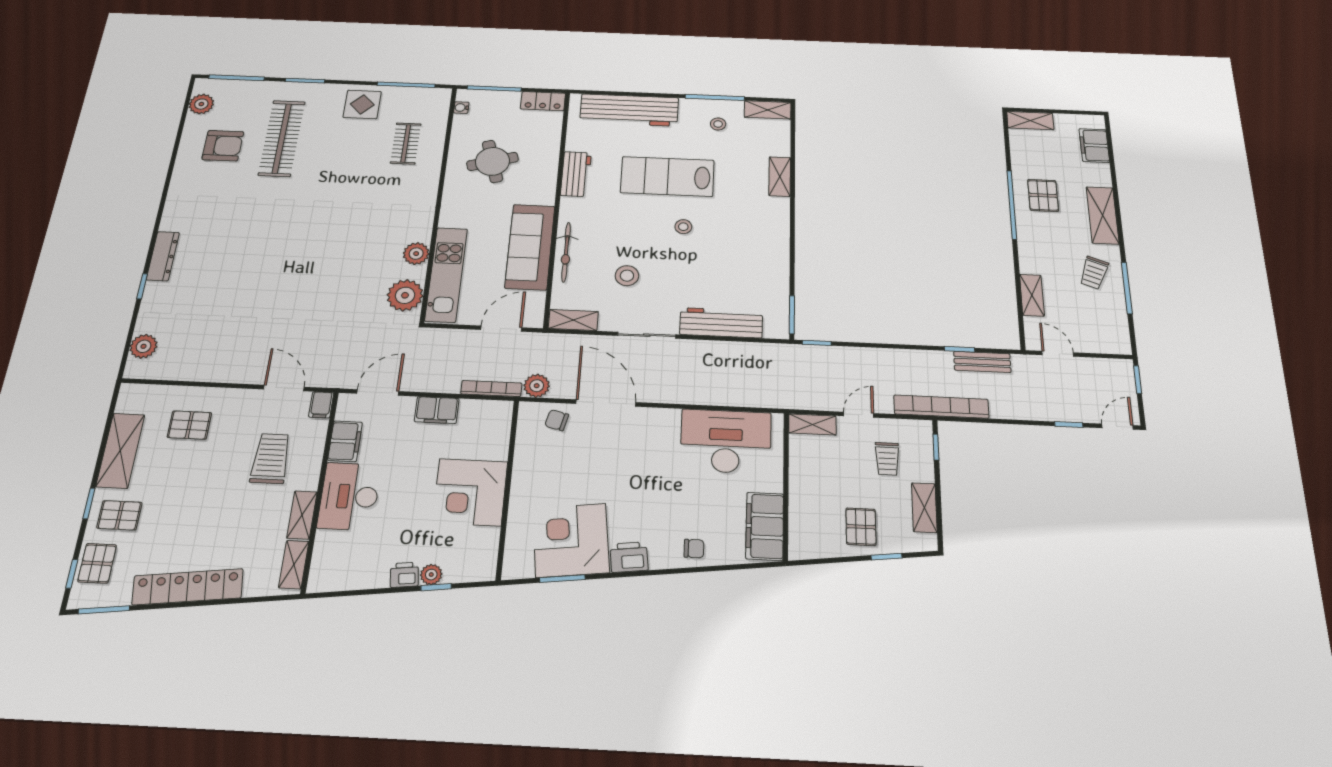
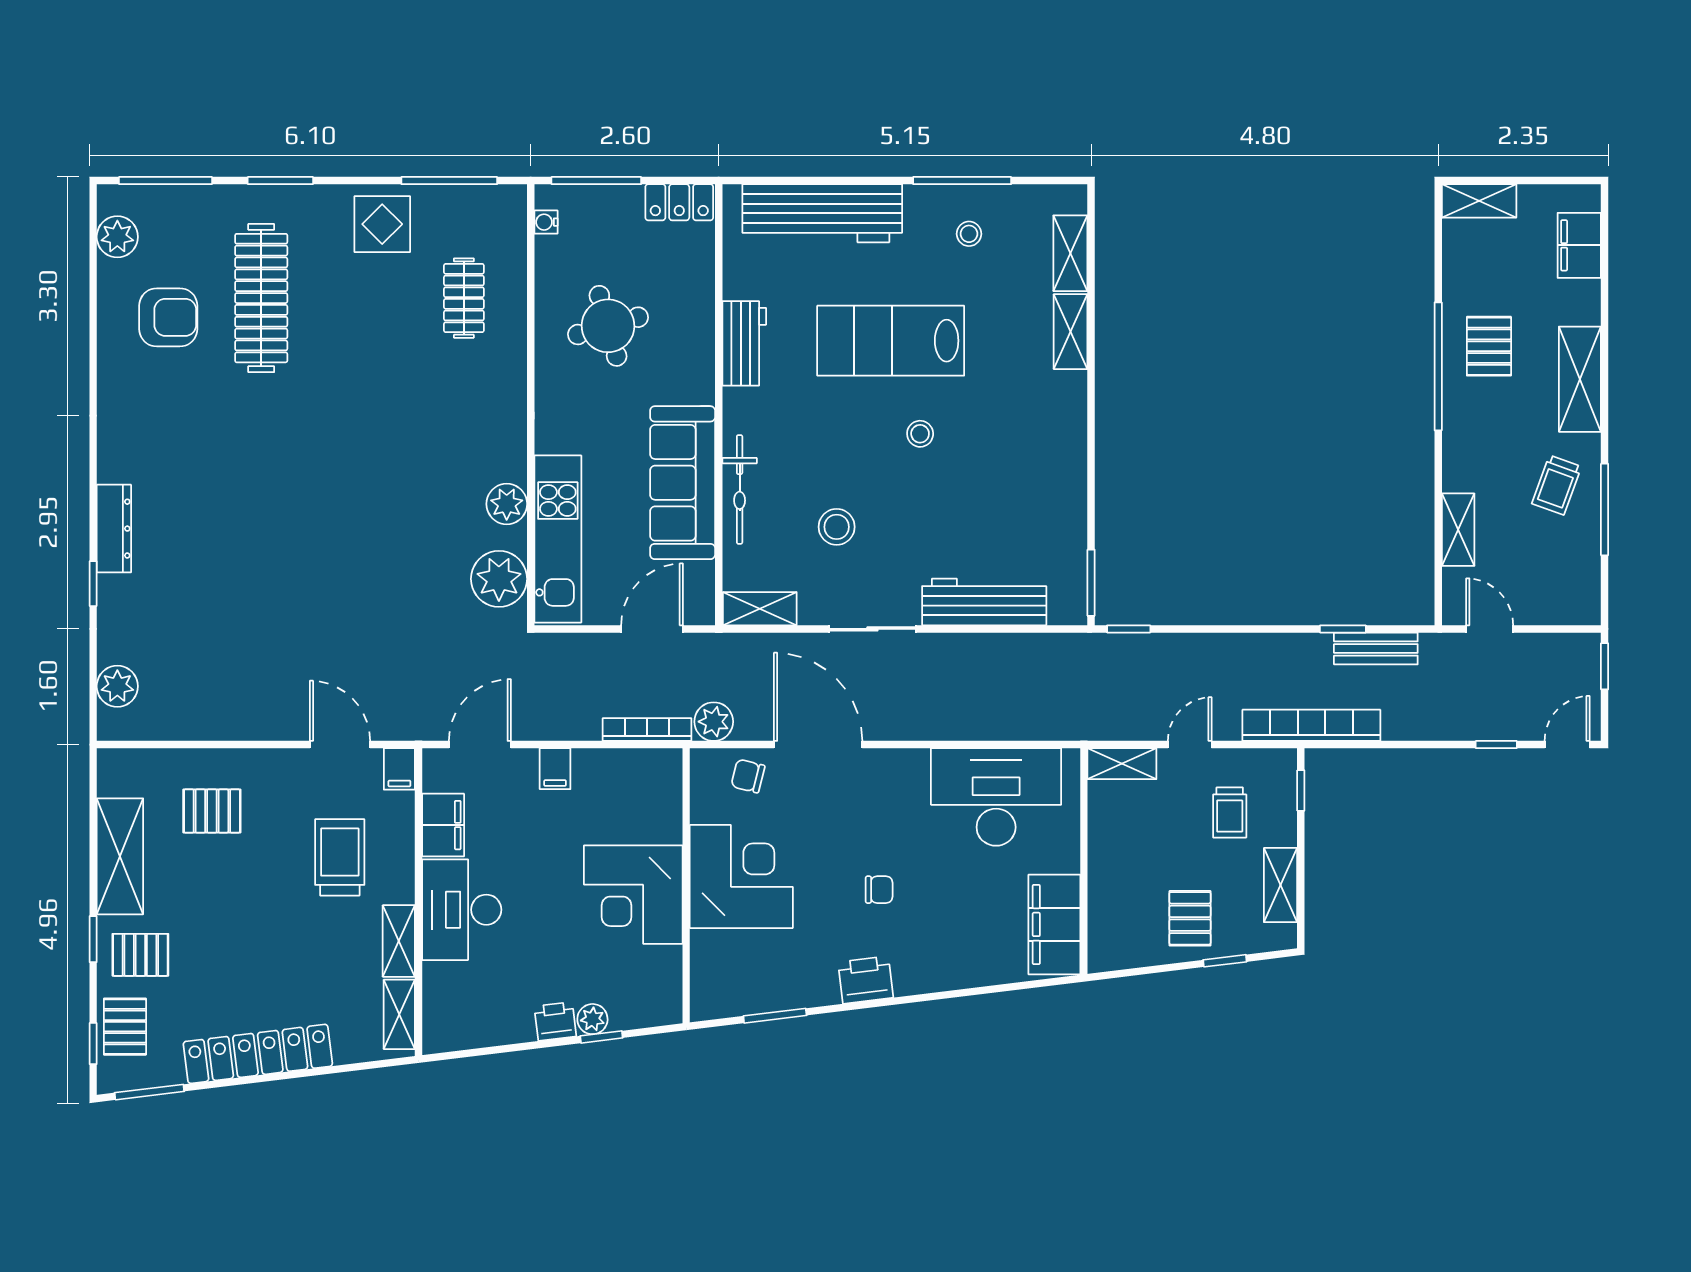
shelving: (768, 110) -> (1070, 253), moved, turned 90
filing cabinet: (437, 410) -> (555, 769), width x0.50
corner desk: (571, 540) -> (741, 876), moved, turned 97
chair: (694, 549) -> (879, 890), moved

